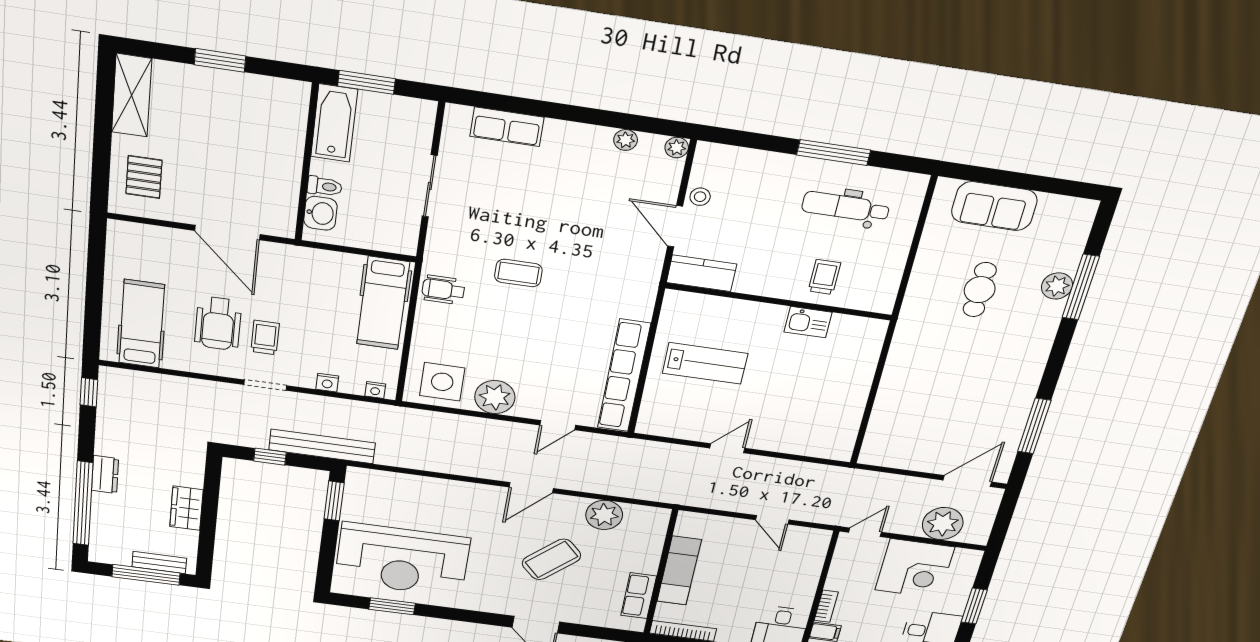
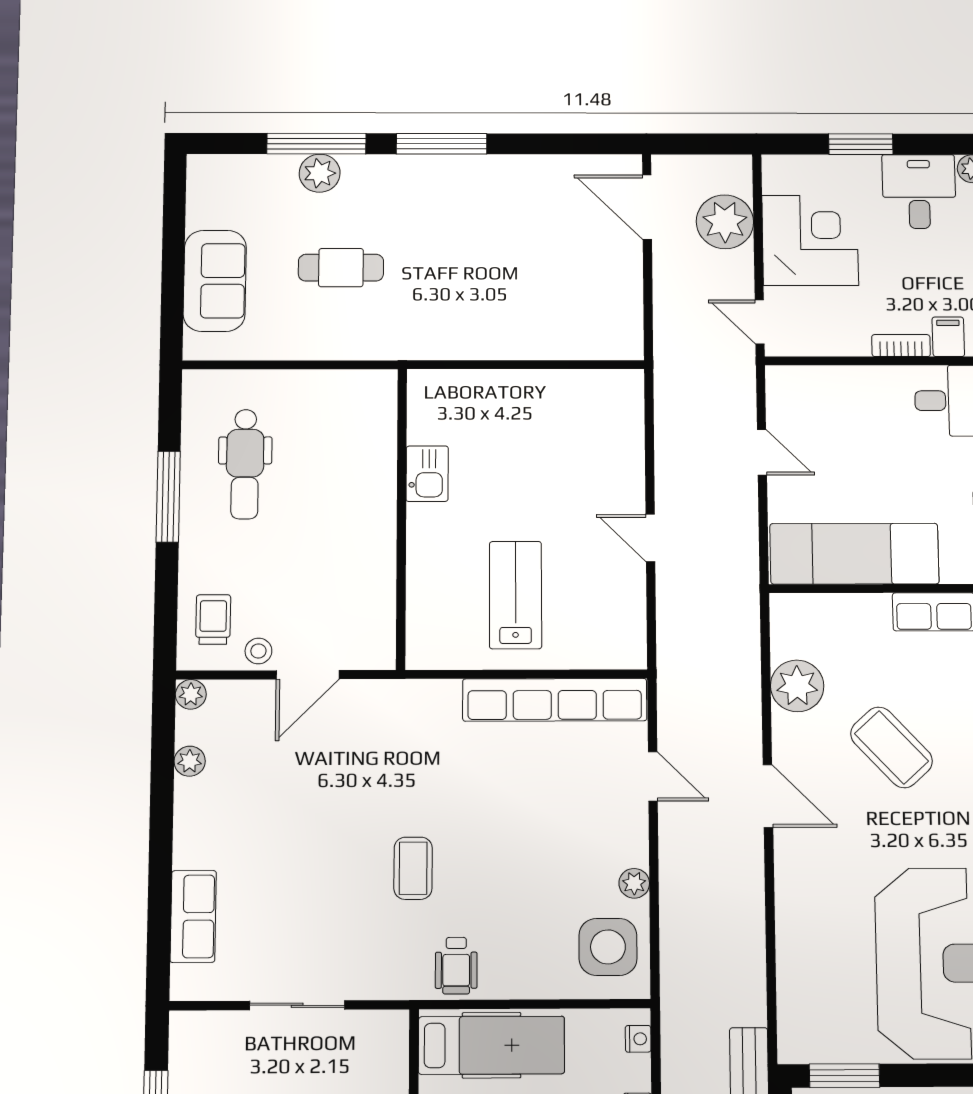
kitchen counter: (702, 273) -> (374, 627), removed
trolley: (824, 277) -> (213, 620), moved, turned 90
plant: (495, 397) -> (634, 883), width x0.53, depth x0.53
window: (1034, 426) -> (442, 144), moved
door: (772, 520) -> (762, 452), hinge flipped
exam couch: (679, 571) -> (854, 554), width x1.36, depth x1.45

